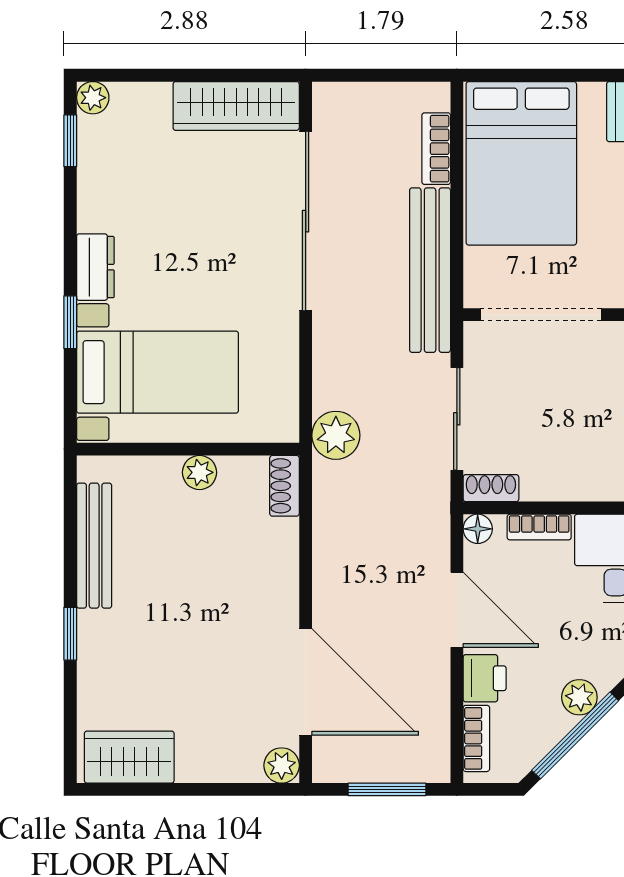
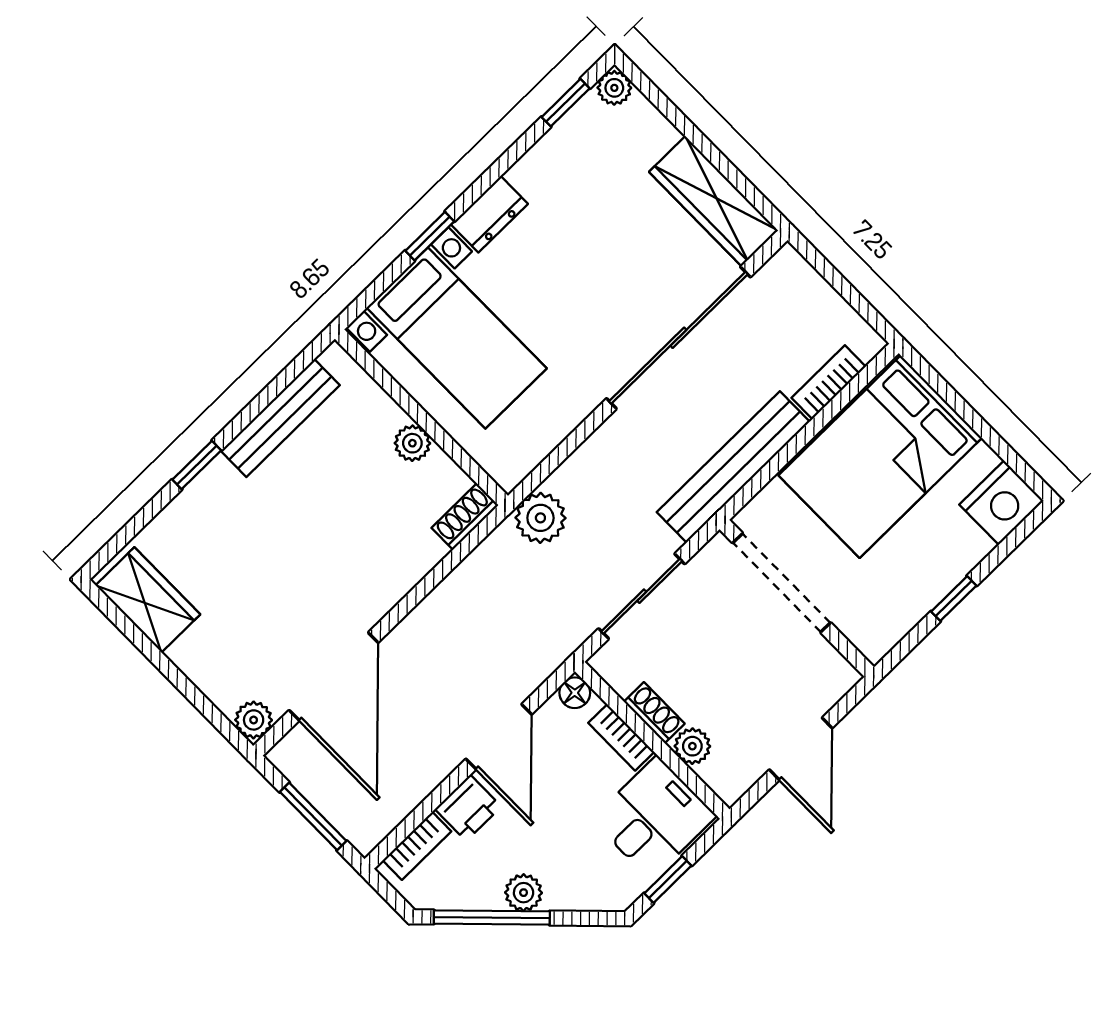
plant: (593, 485) -> (692, 746), added
shoe rack: (491, 488) -> (654, 713), moved

